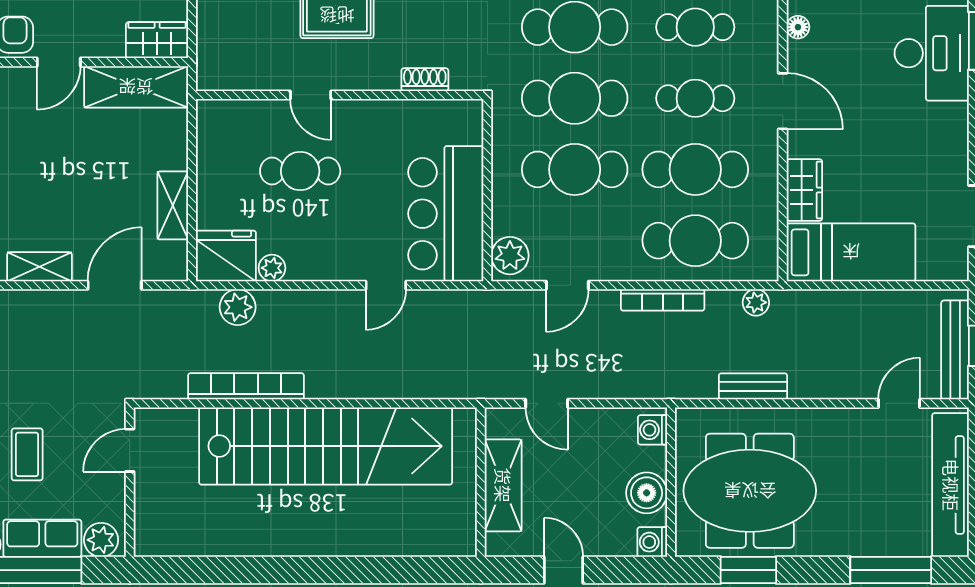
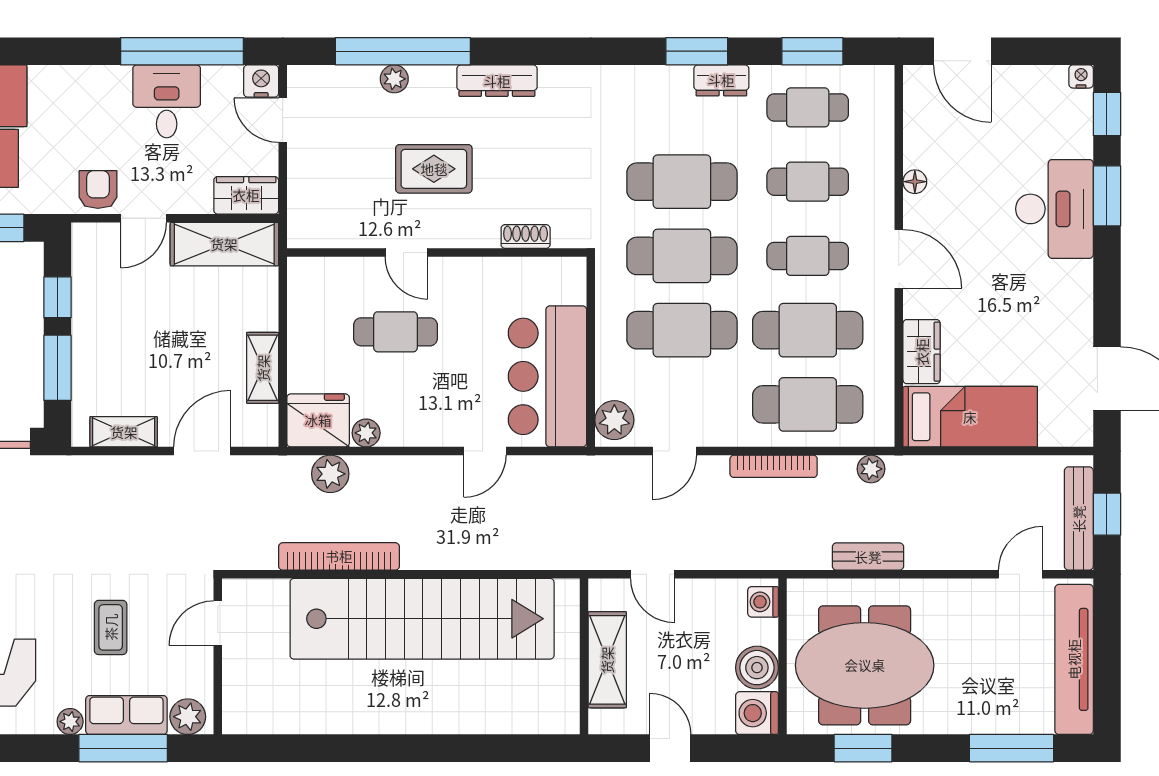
washing machine: (652, 542) -> (757, 713), width x1.38, depth x1.38

